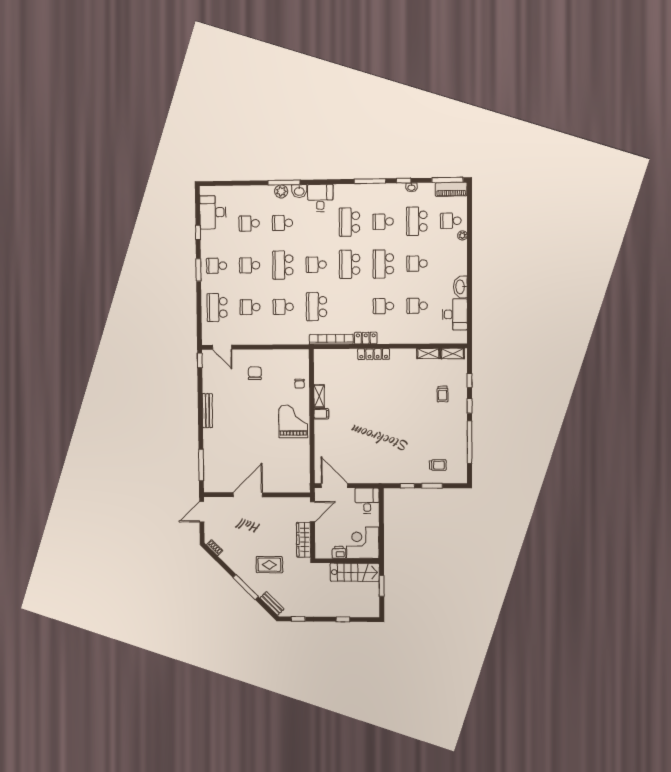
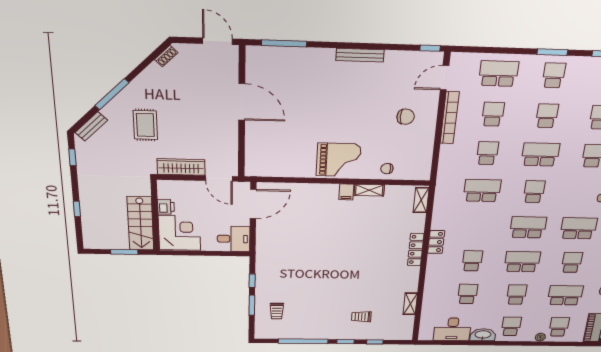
school desk: (451, 263) -> (511, 326), added
bookcase: (331, 339) -> (450, 118), moved
shelving: (453, 354) -> (421, 200), moved

